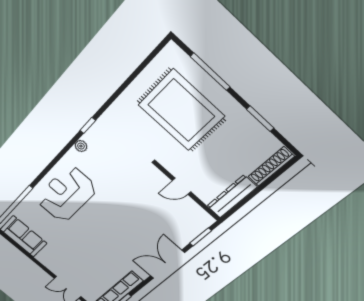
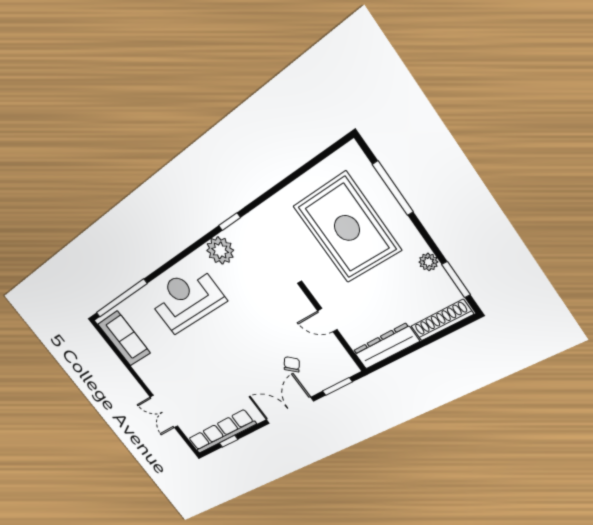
window: (260, 119) -> (456, 280), moved
plant: (250, 123) -> (428, 262), added
plant: (81, 146) -> (220, 250), width x1.88, depth x1.88
chair: (161, 227) -> (292, 364), added

